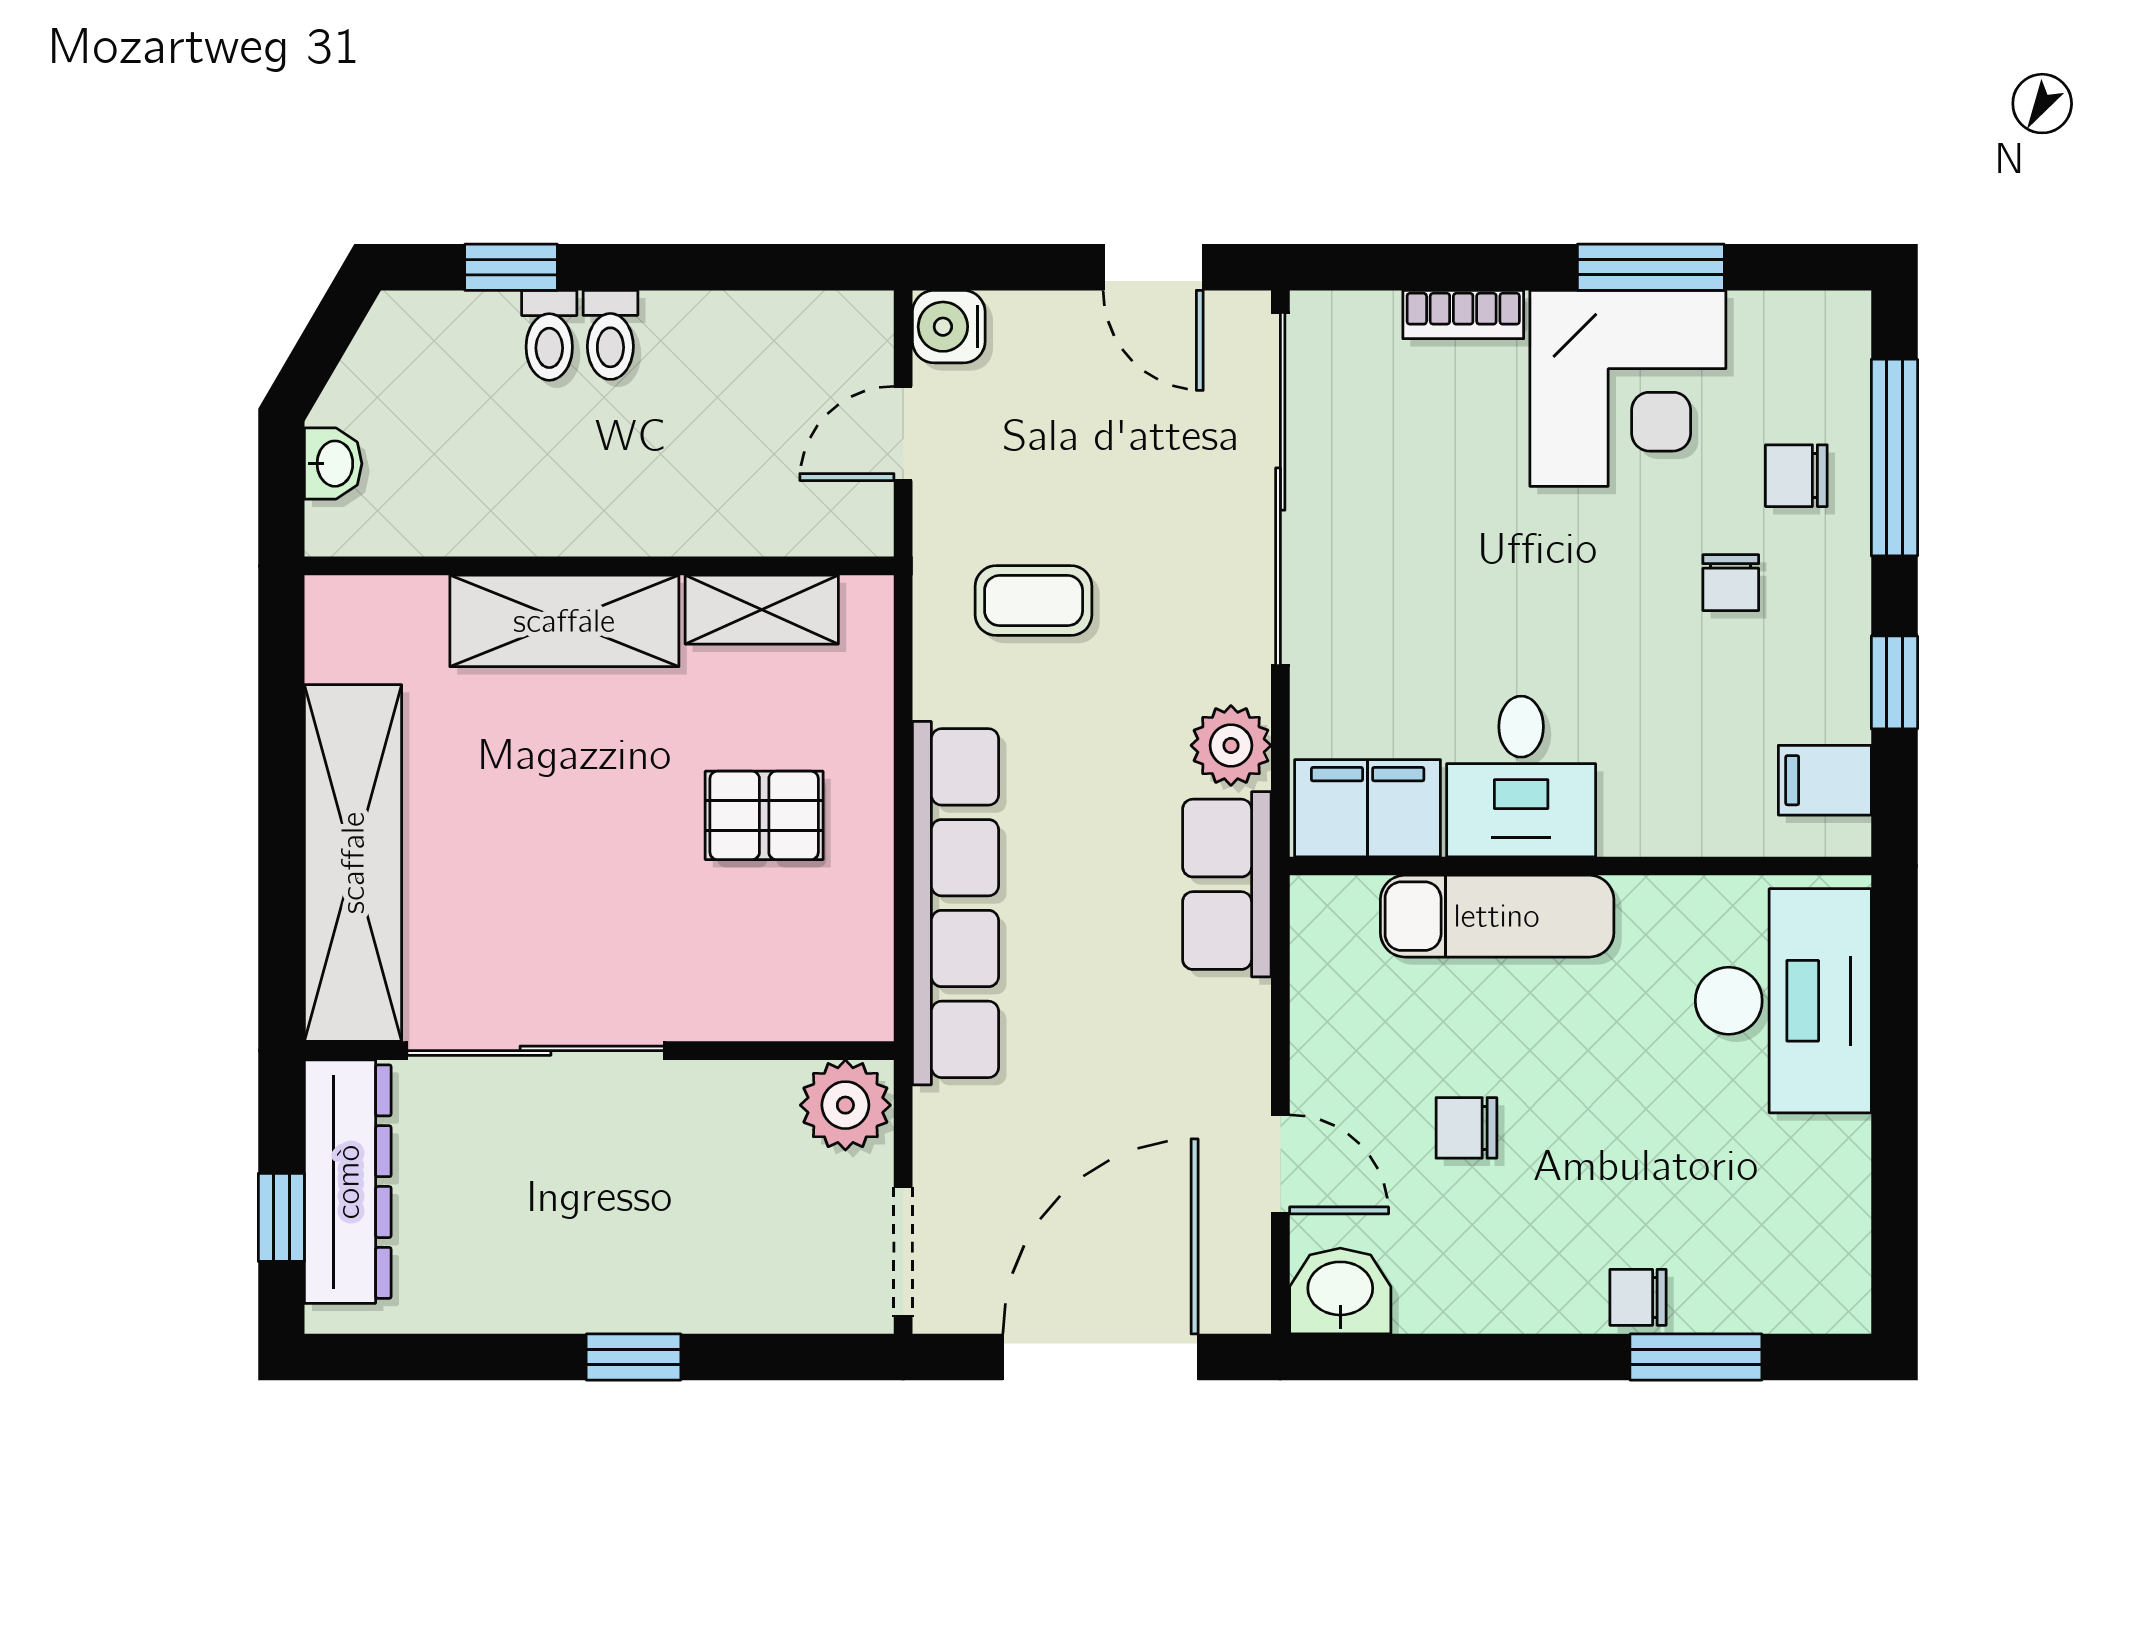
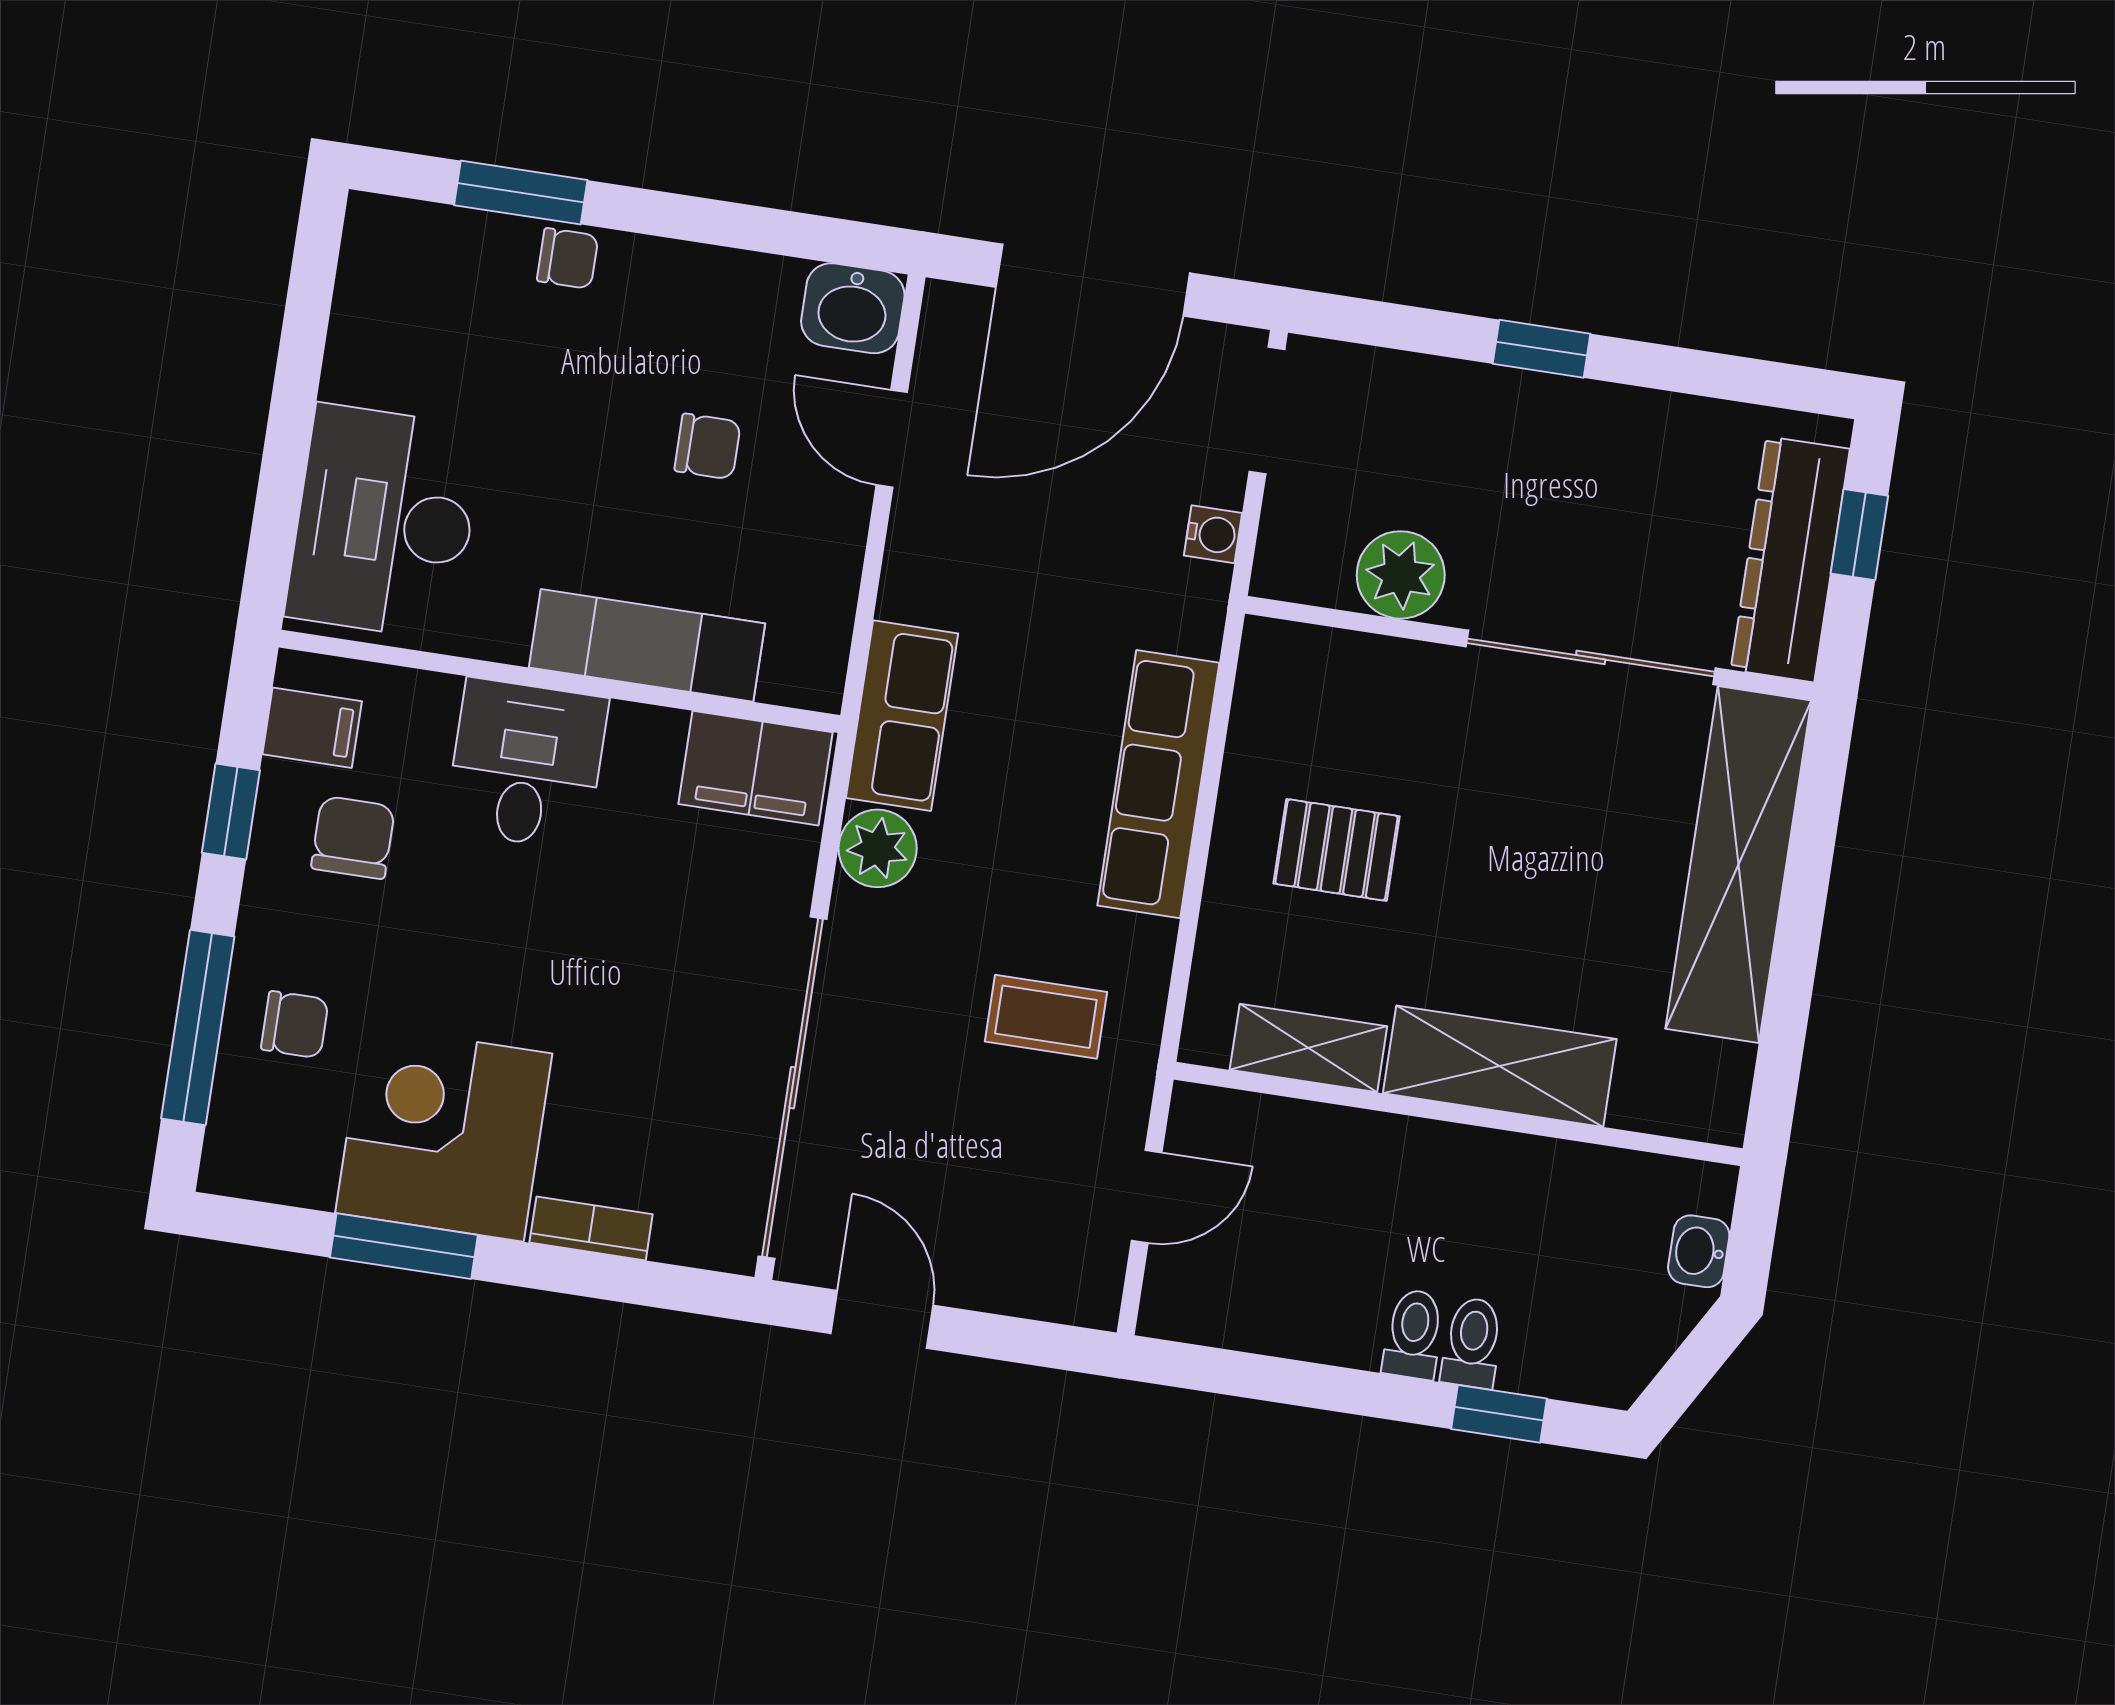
water cooler: (949, 327) -> (1213, 534), moved, width x0.72, depth x0.72
chair: (1731, 583) -> (353, 837), moved, width x1.37, depth x1.37
desk: (1521, 776) -> (526, 764), moved
row of seats: (955, 903) -> (1158, 784), width x0.73
plant: (845, 1105) -> (1401, 575), moved

